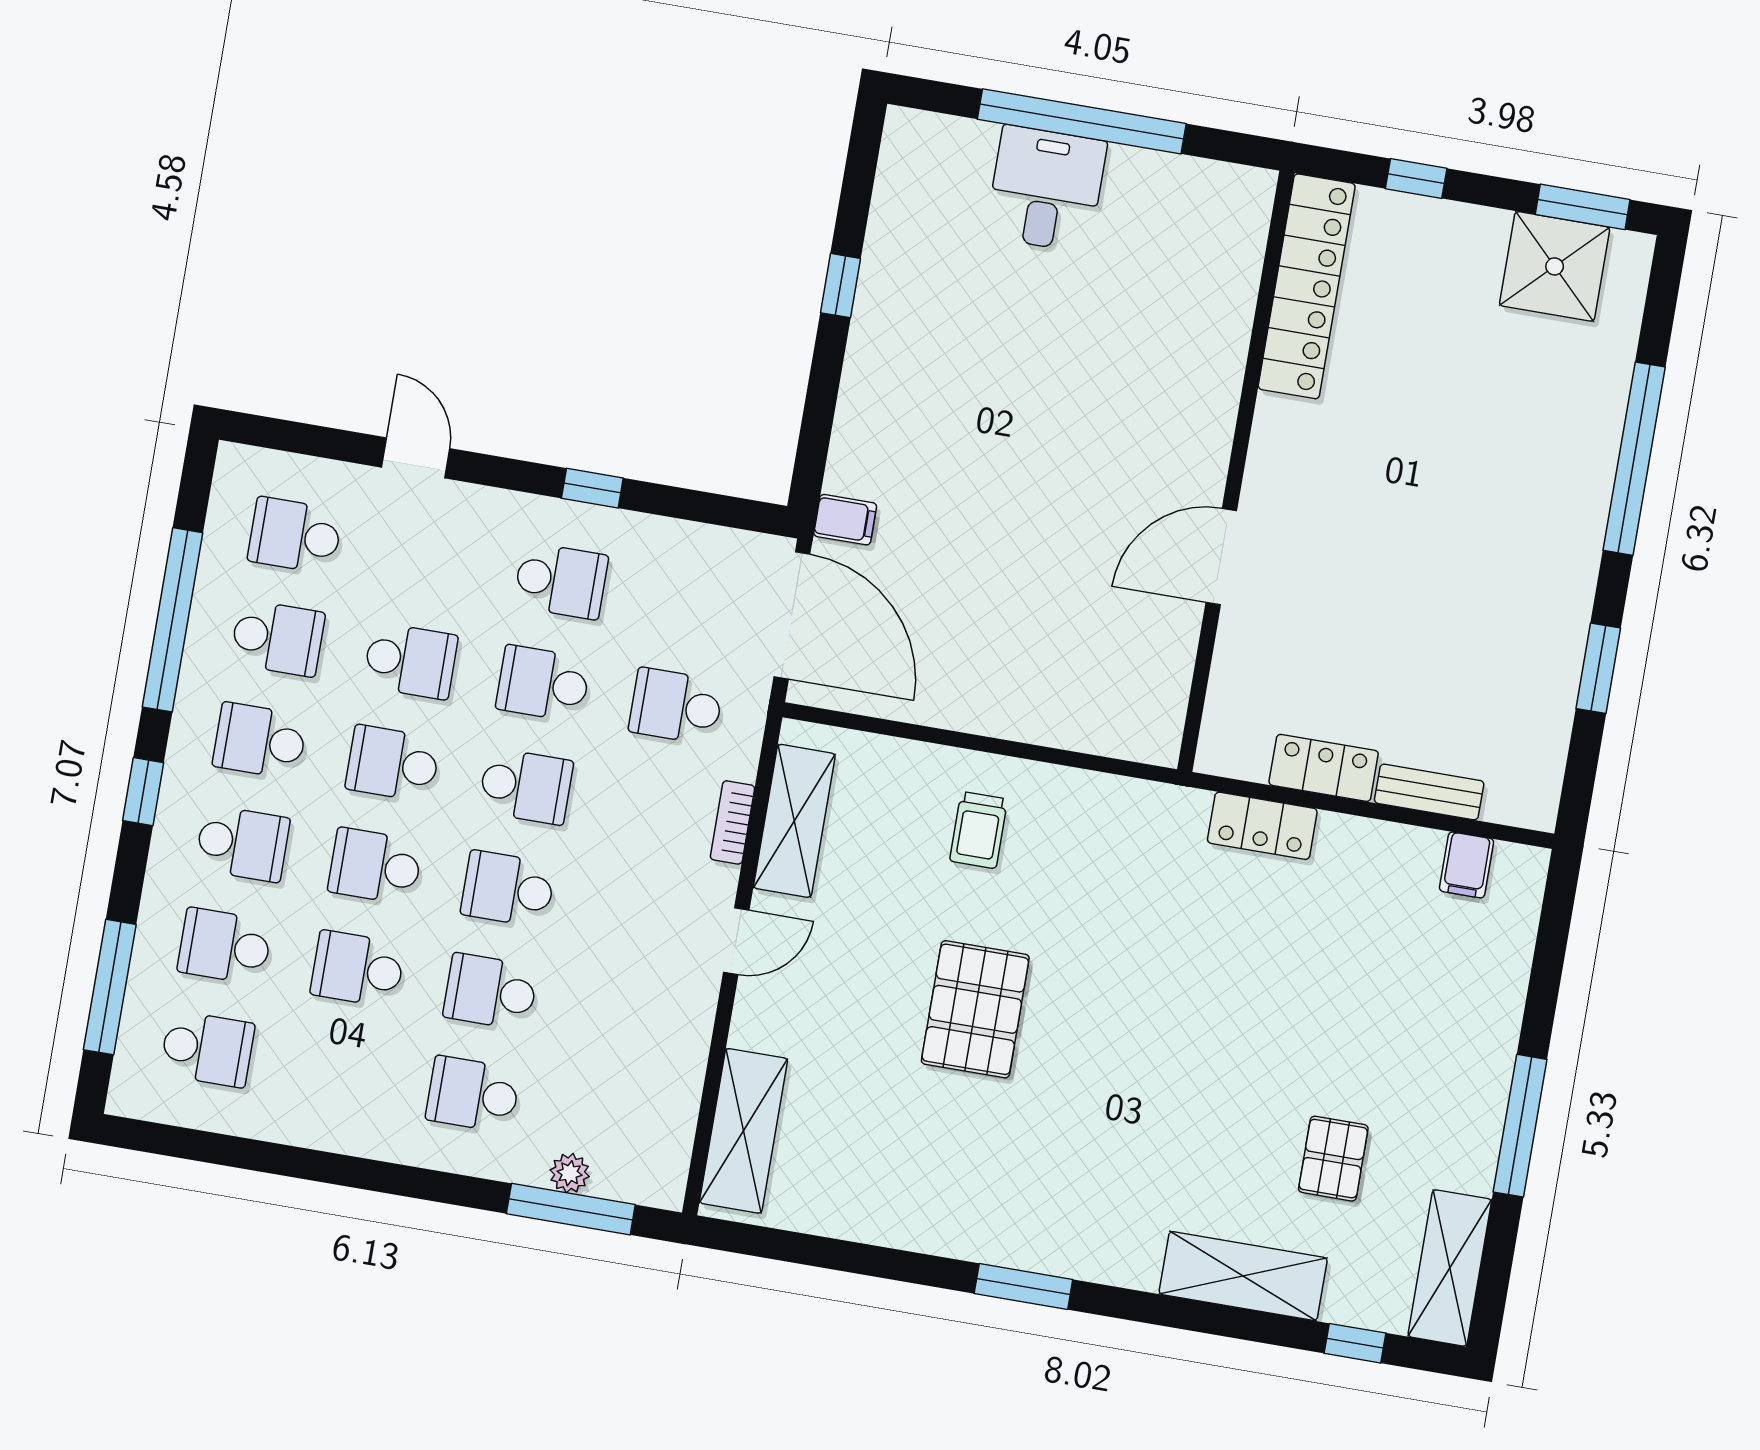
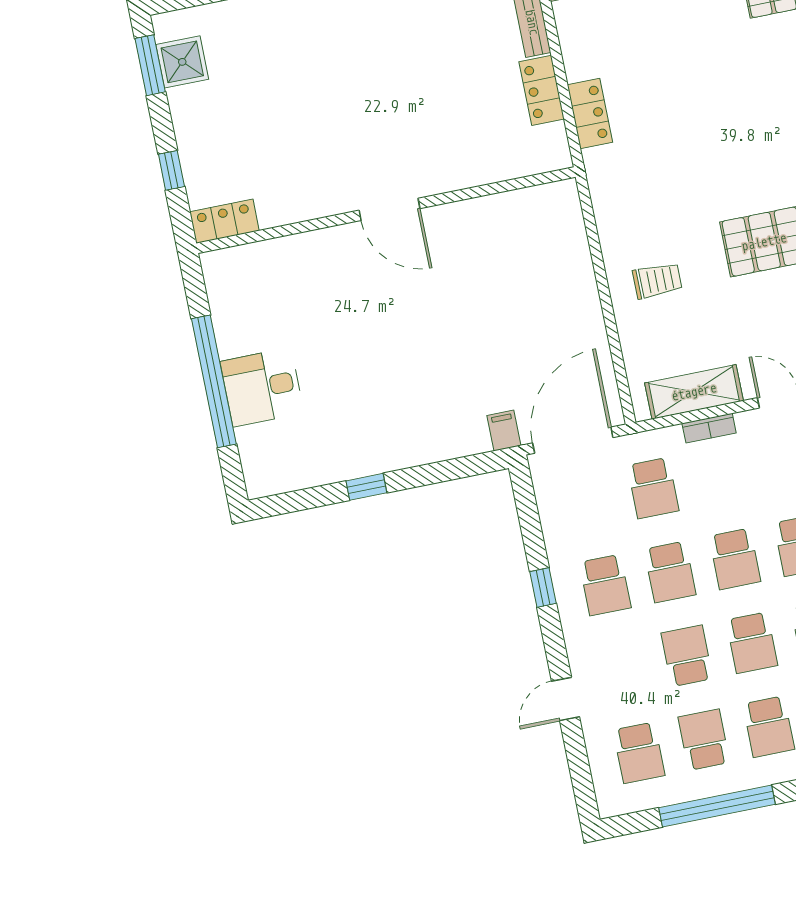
shower: (1555, 266) -> (182, 62), width x0.73, depth x0.73
locker: (1307, 286) -> (224, 221), width x0.46, depth x0.83
door: (1221, 557) -> (389, 209), moved
school desk: (561, 581) -> (605, 585), turned 180
school desk: (526, 786) -> (735, 559), turned 180

